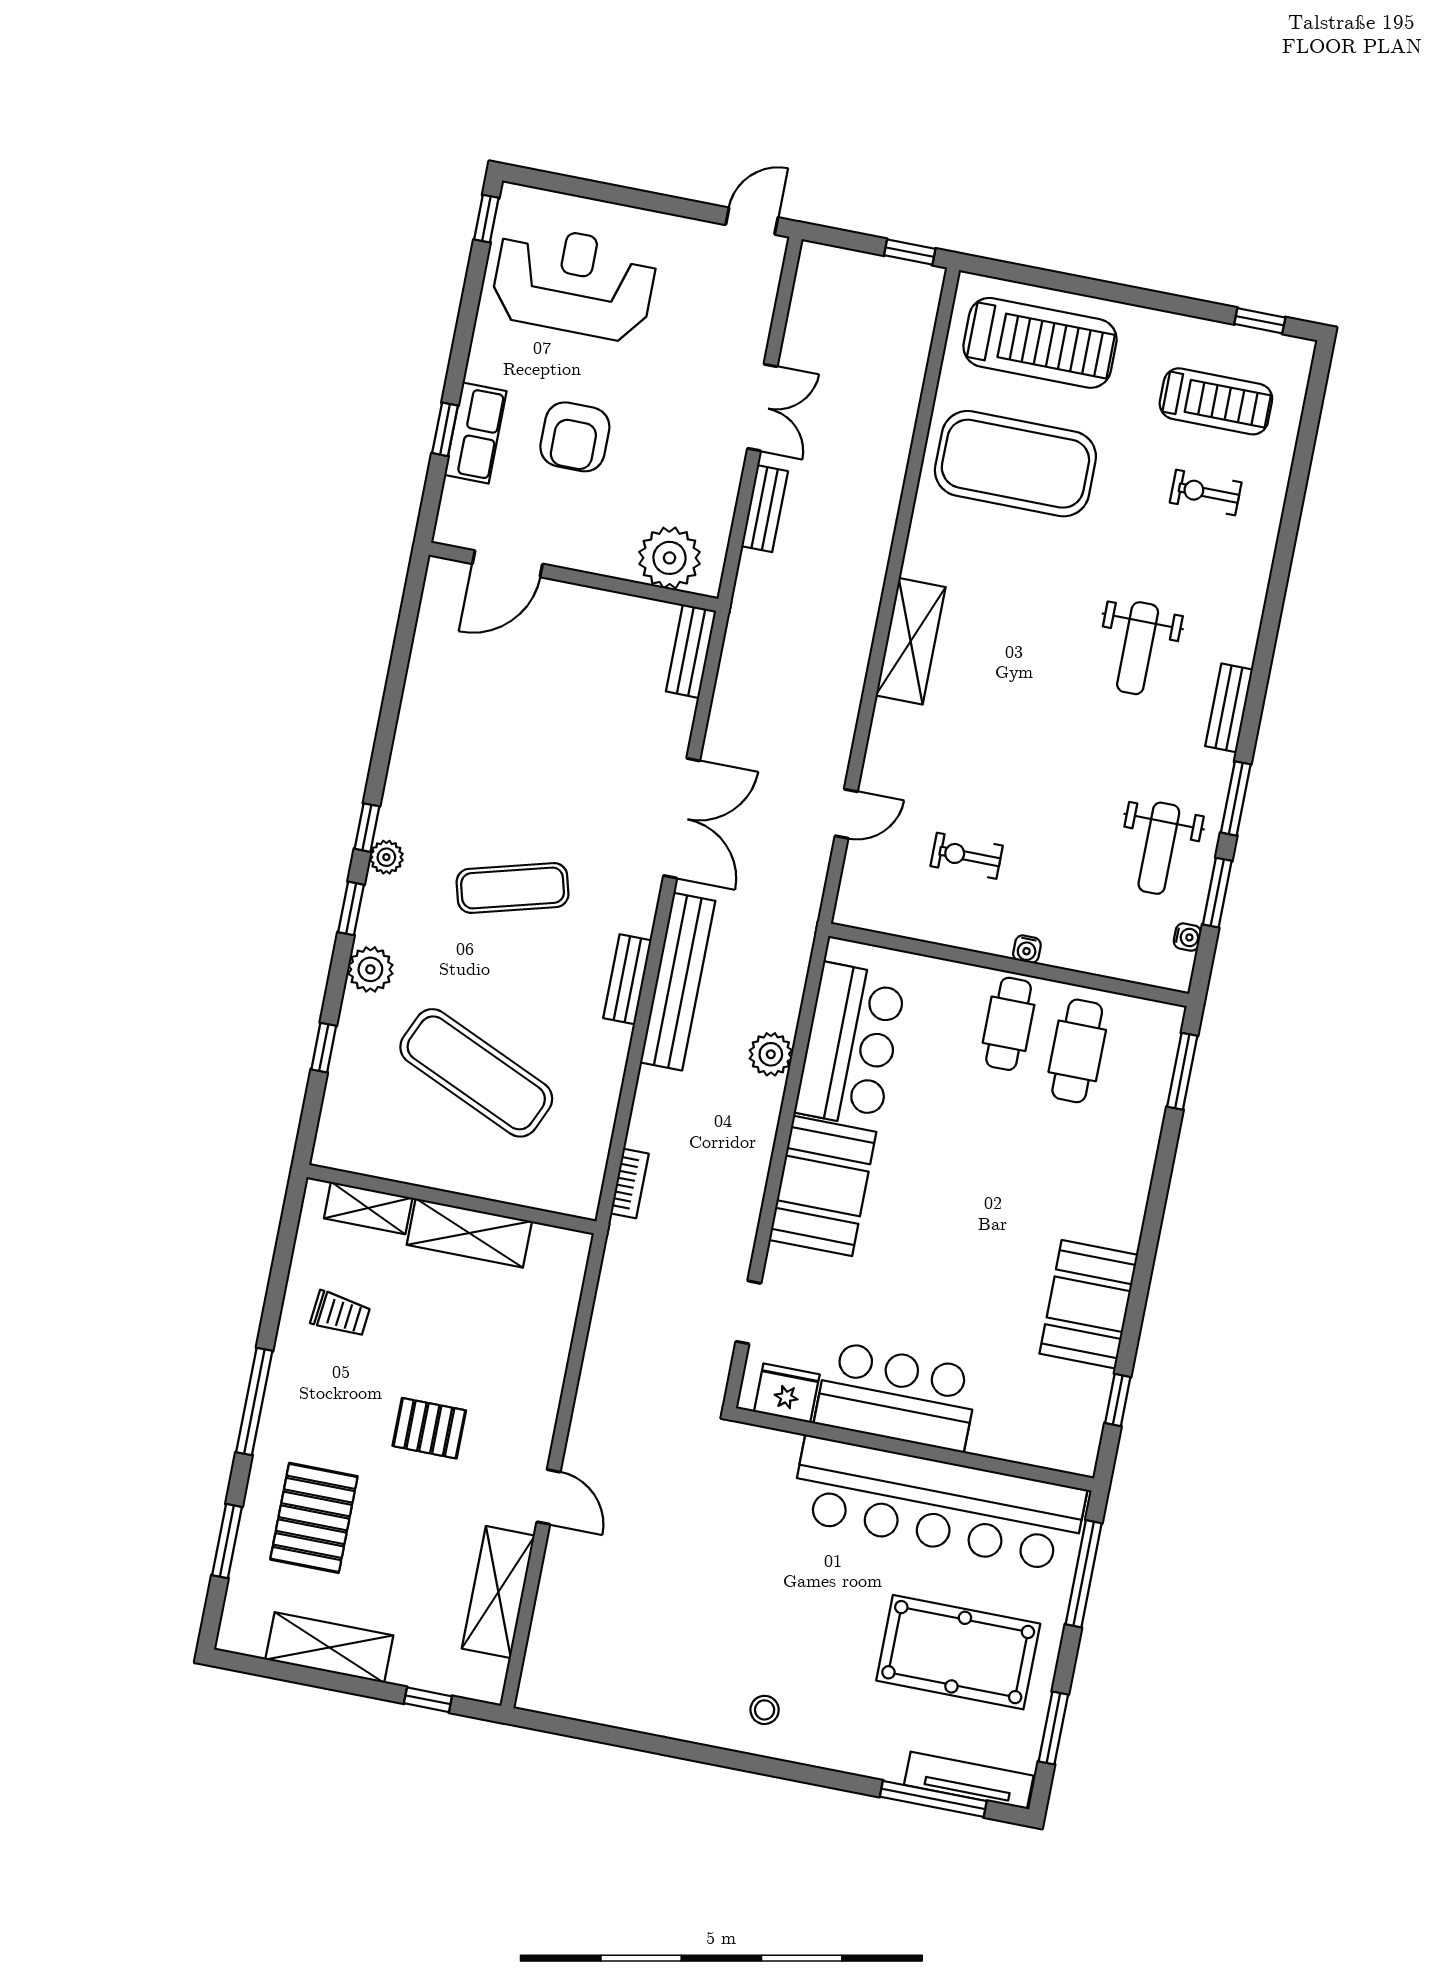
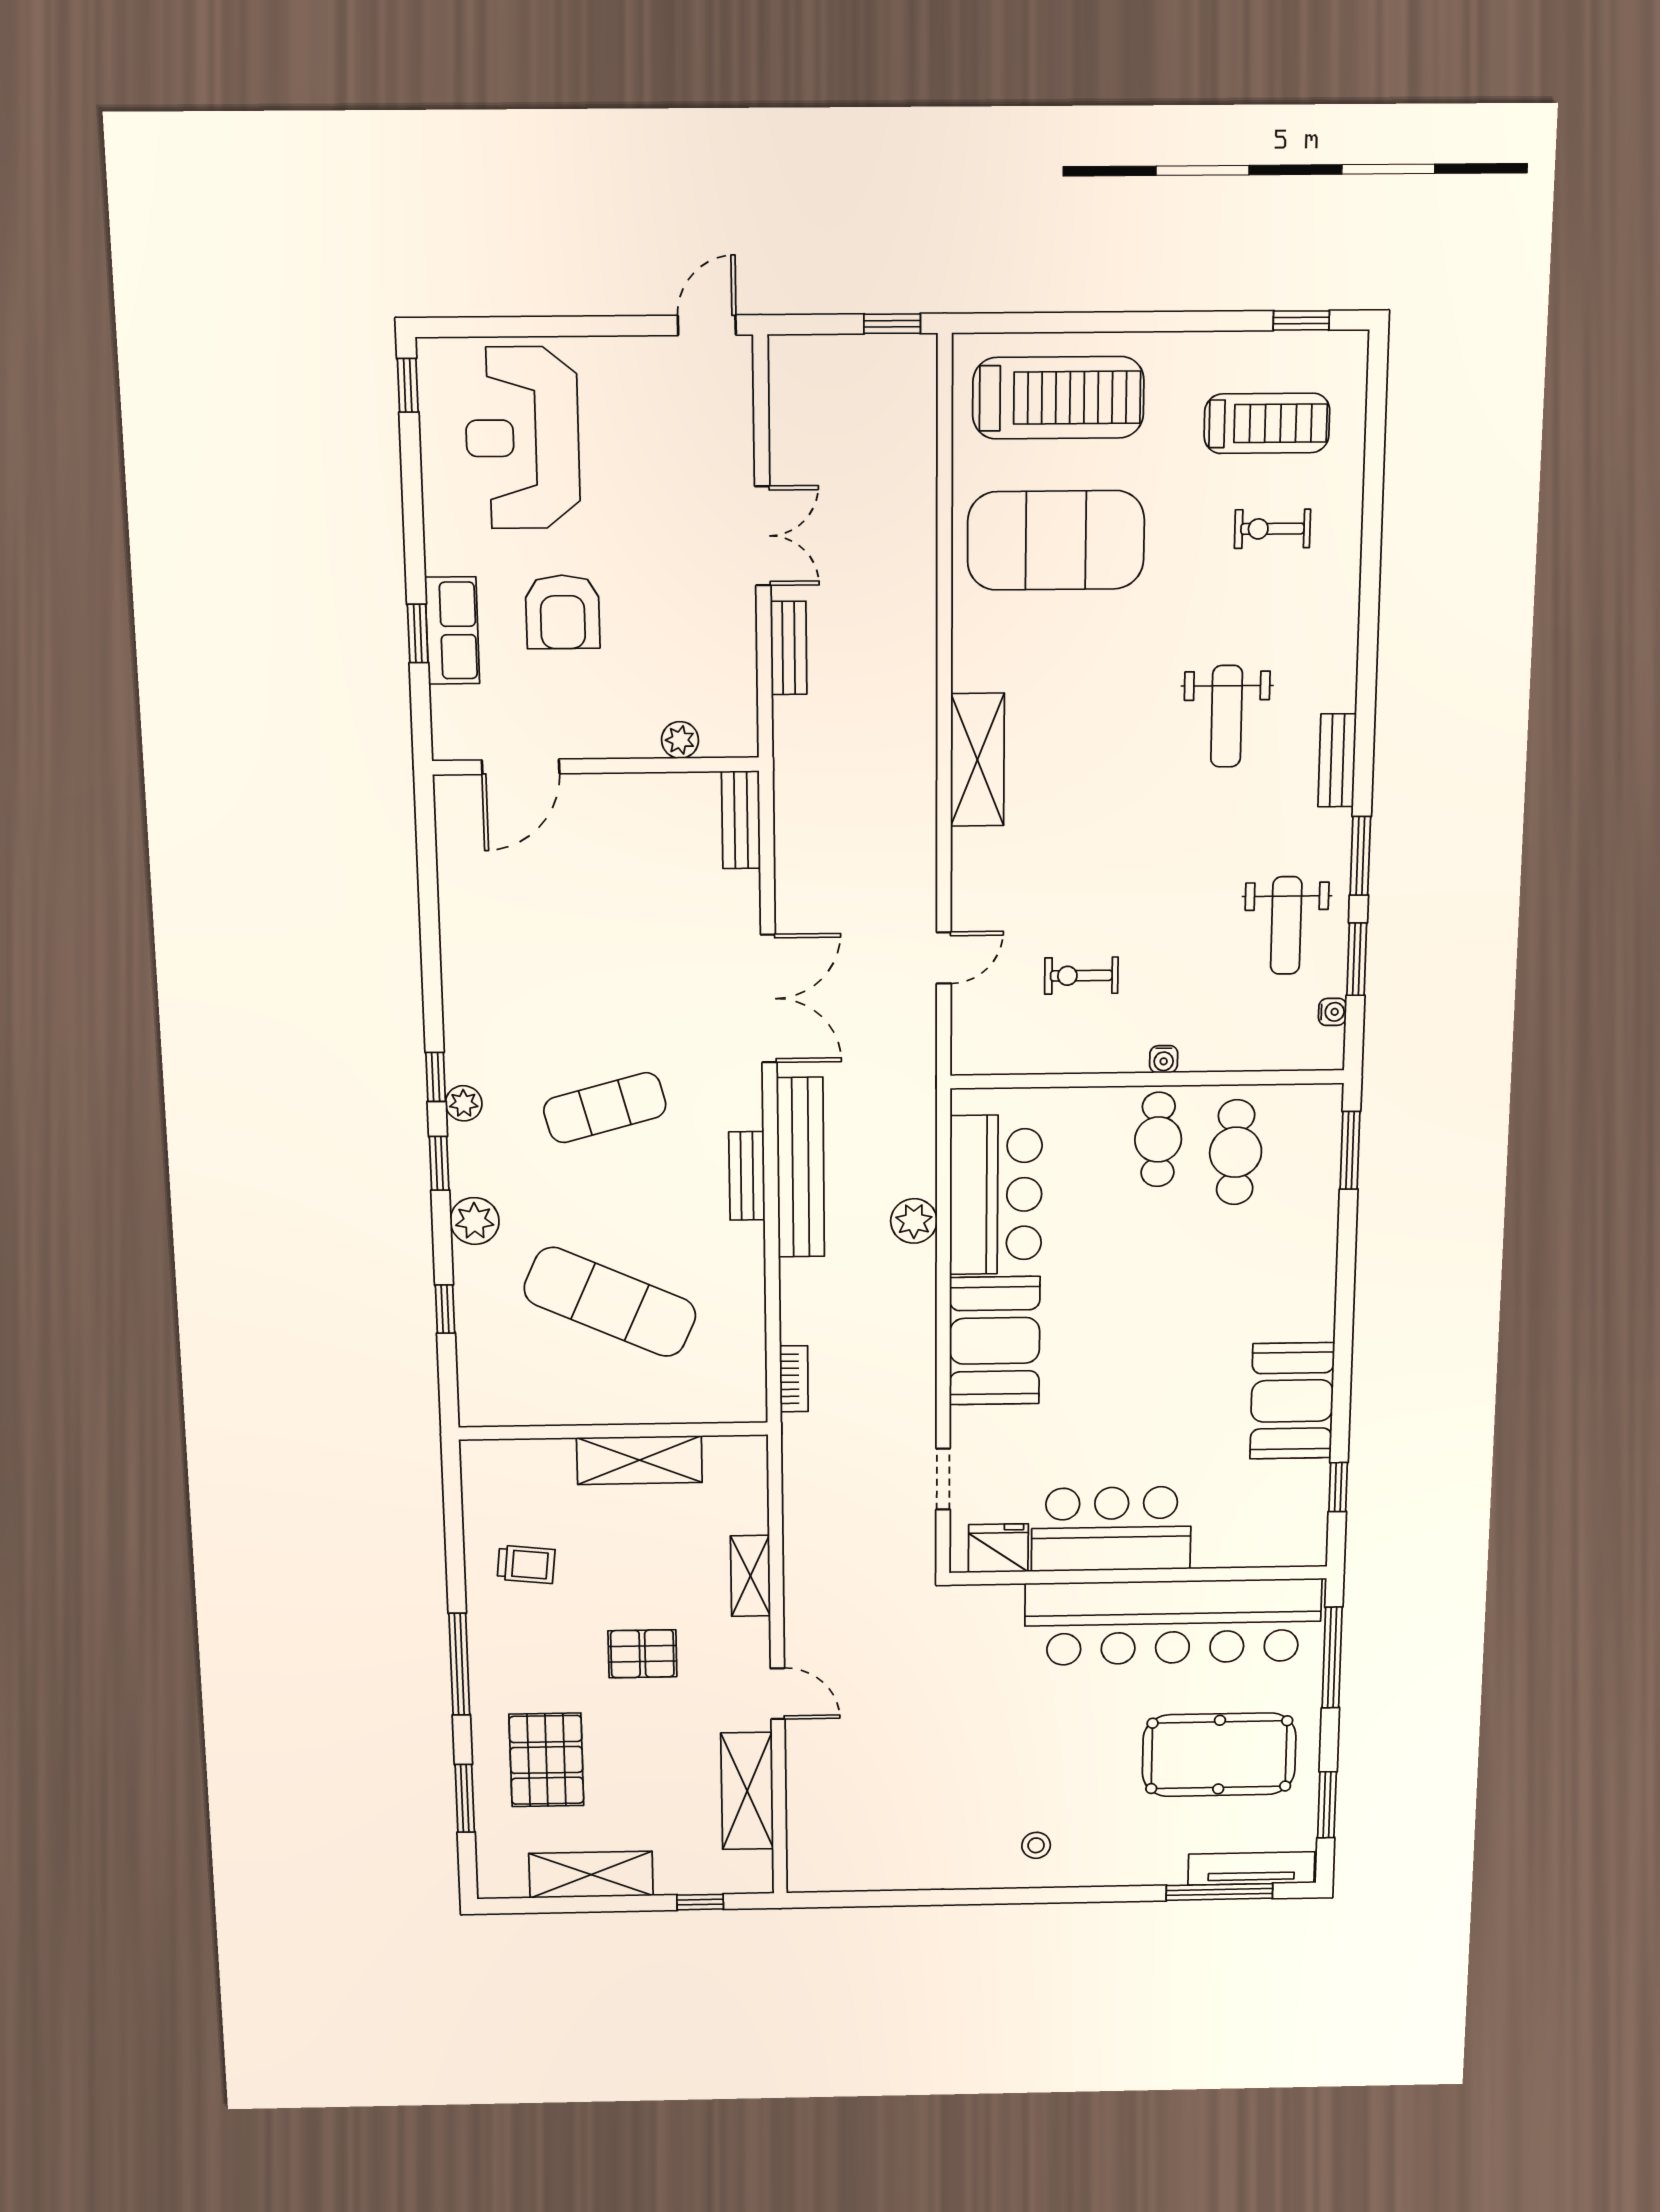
reception desk: (574, 282) -> (522, 438), turned -90
plant: (670, 558) -> (680, 740), width x0.53, depth x0.53
shelving: (368, 1208) -> (750, 1576), moved, turned 90

